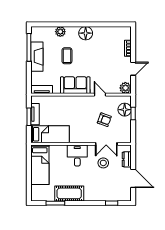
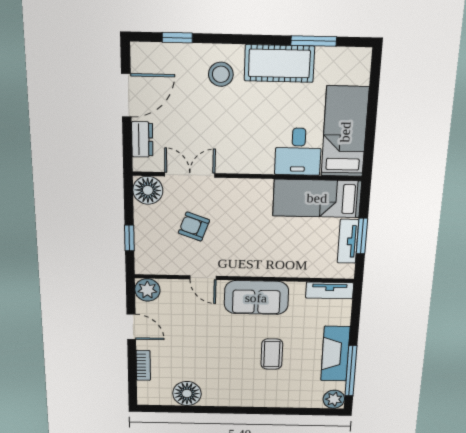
plant: (60, 32) -> (334, 399), moved
floor lamp: (86, 33) -> (187, 394), moved
door: (133, 69) -> (131, 327), swing flipped
floor lamp: (125, 110) -> (148, 190), moved
desk: (77, 155) -> (298, 152), moved
stool: (103, 163) -> (221, 74), moved
door: (133, 178) -> (126, 95), swing flipped

